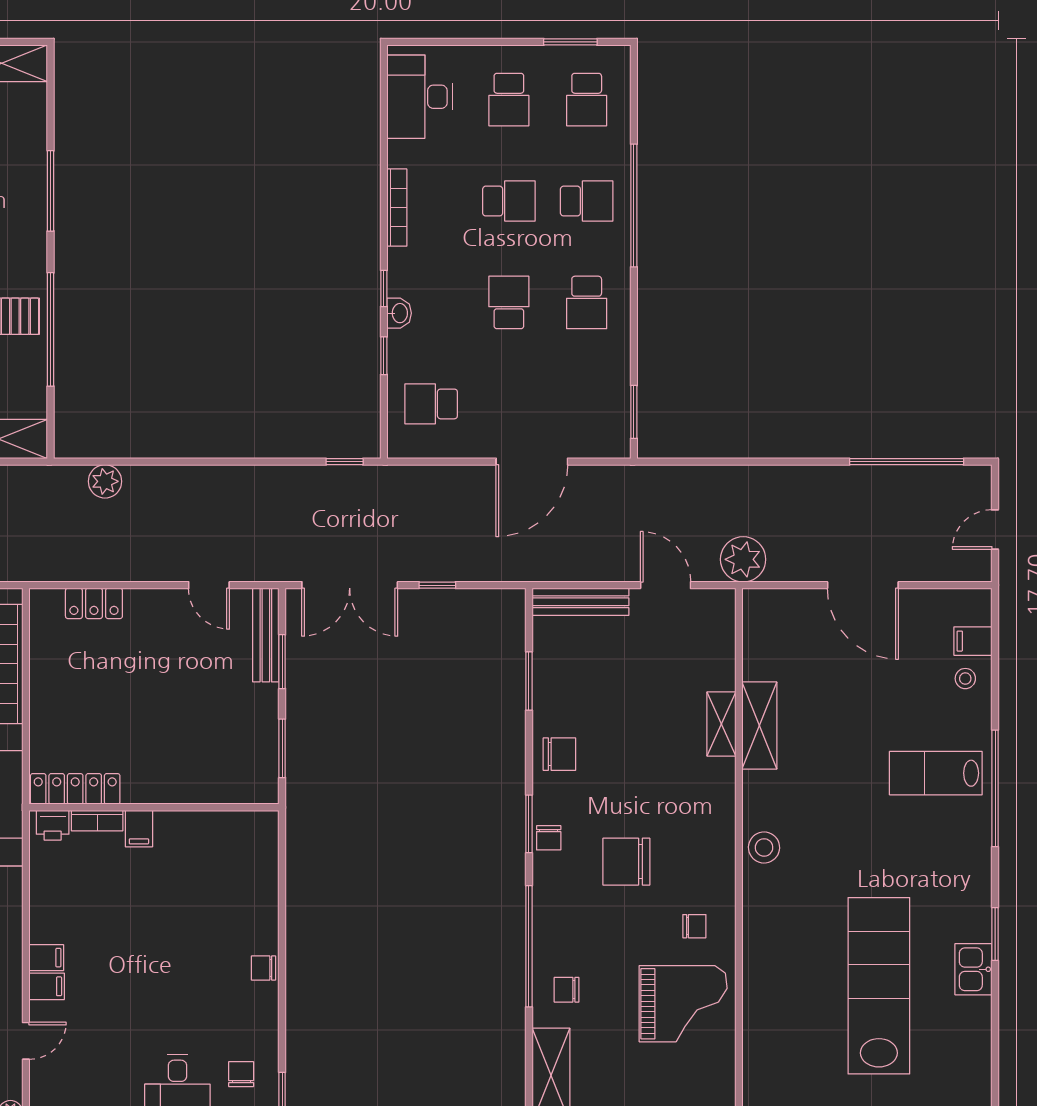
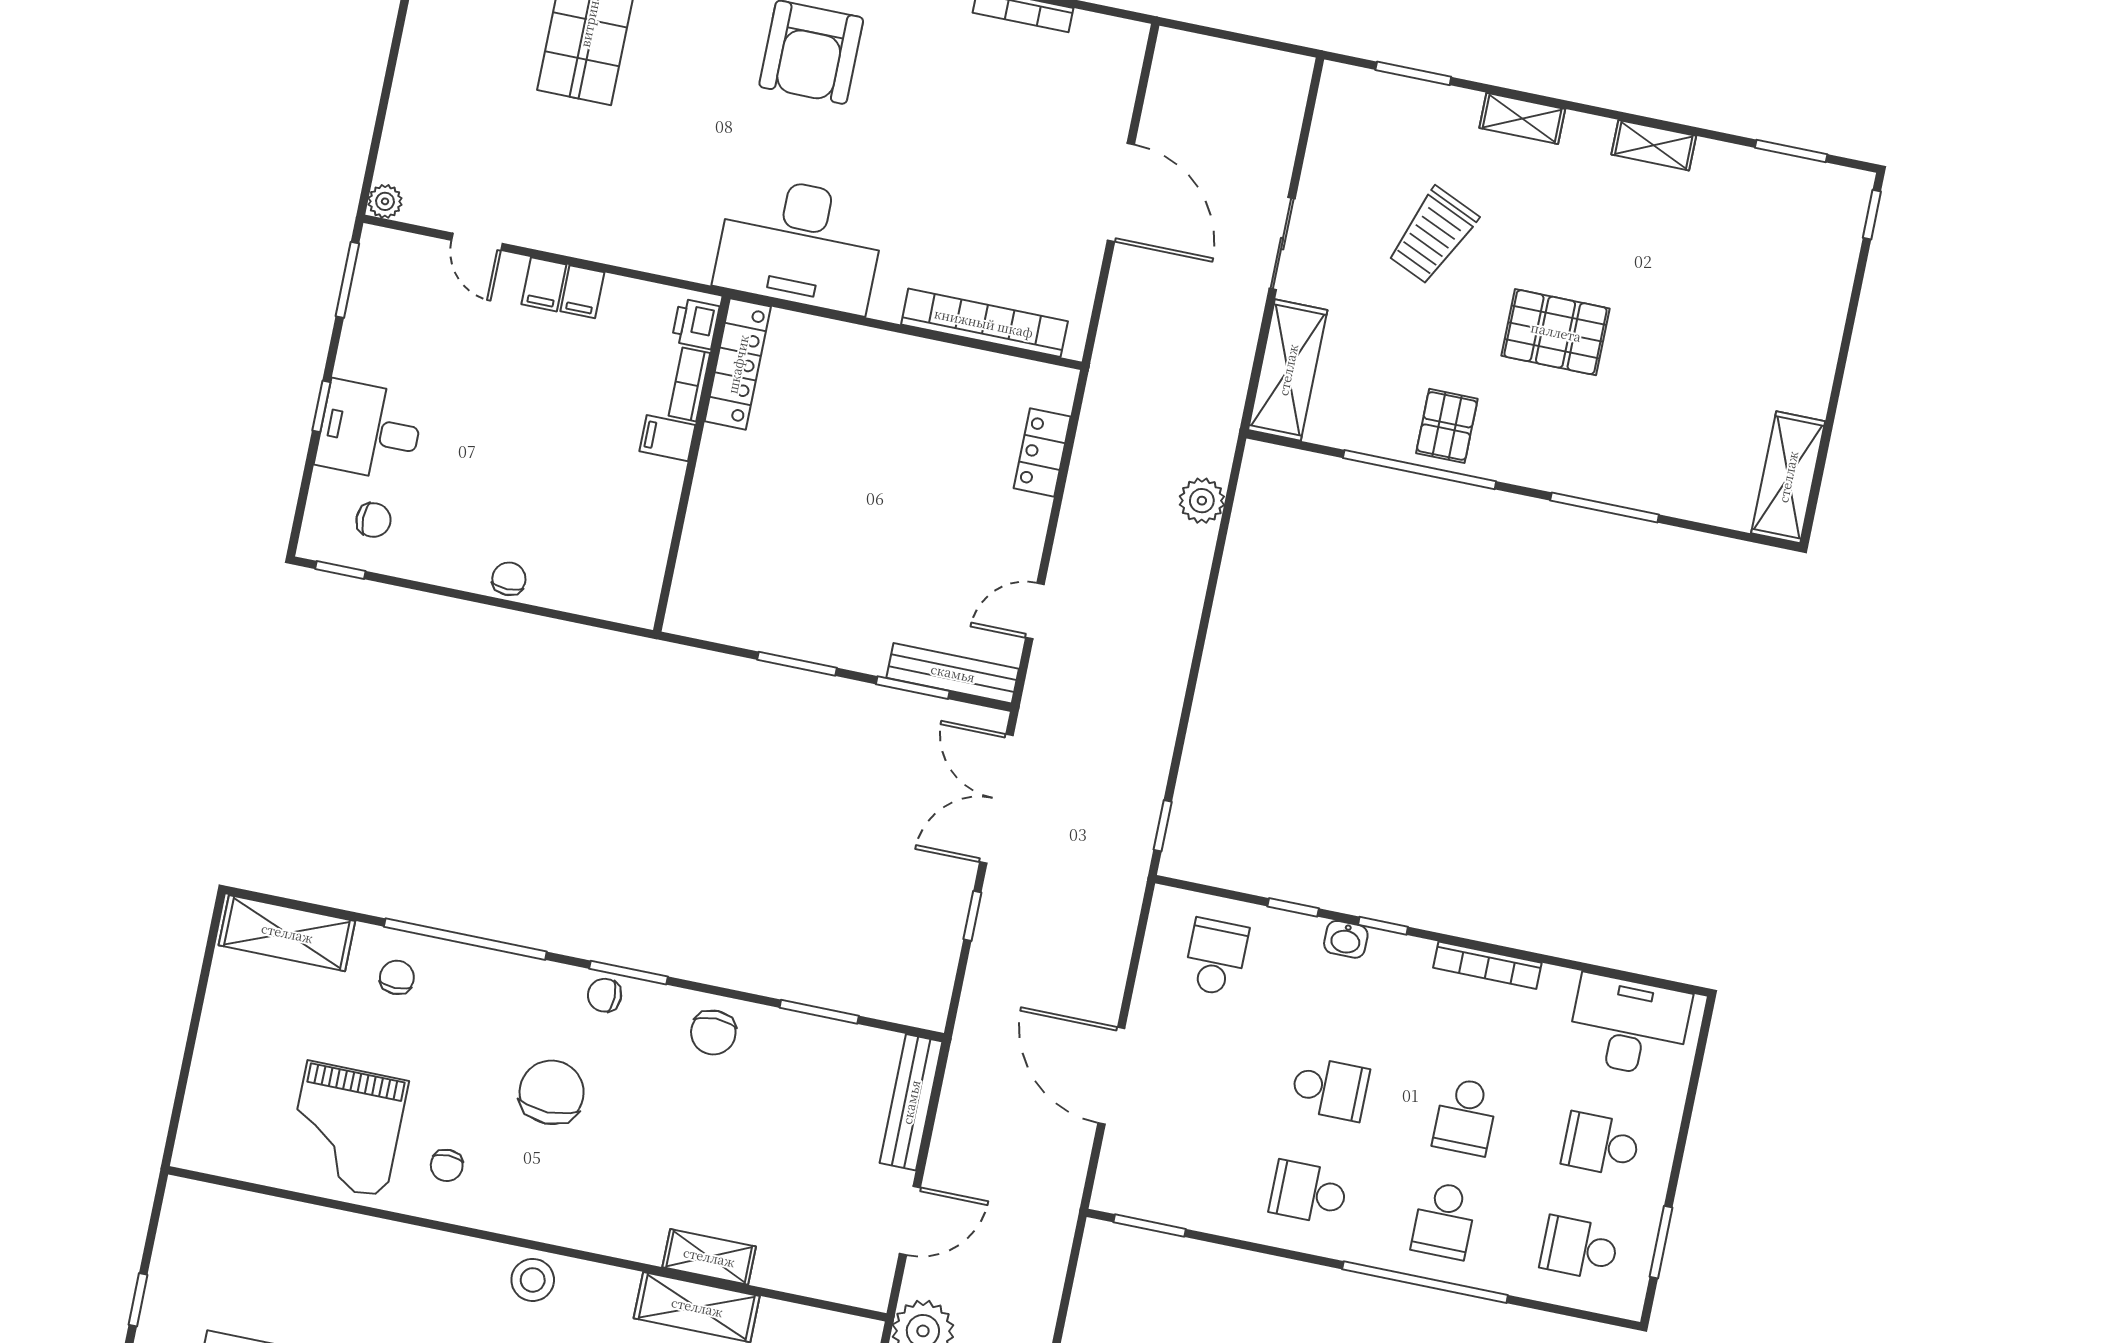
locker: (75, 789) -> (738, 364), moved
wall: (154, 807) -> (692, 464), moved
bookcase: (97, 821) -> (689, 384), moved
printer: (53, 825) -> (695, 324), moved
filing cabinet: (139, 829) -> (667, 438), moved

